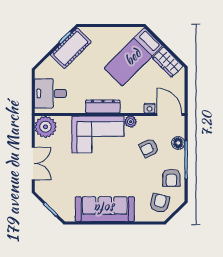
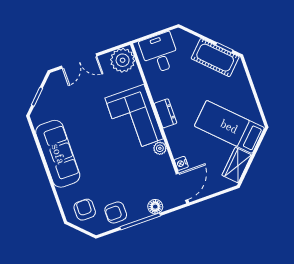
dresser: (103, 106) -> (166, 113), width x0.70
armchair: (149, 148) -> (139, 178), removed
armchair: (160, 203) -> (85, 210), turned -103

